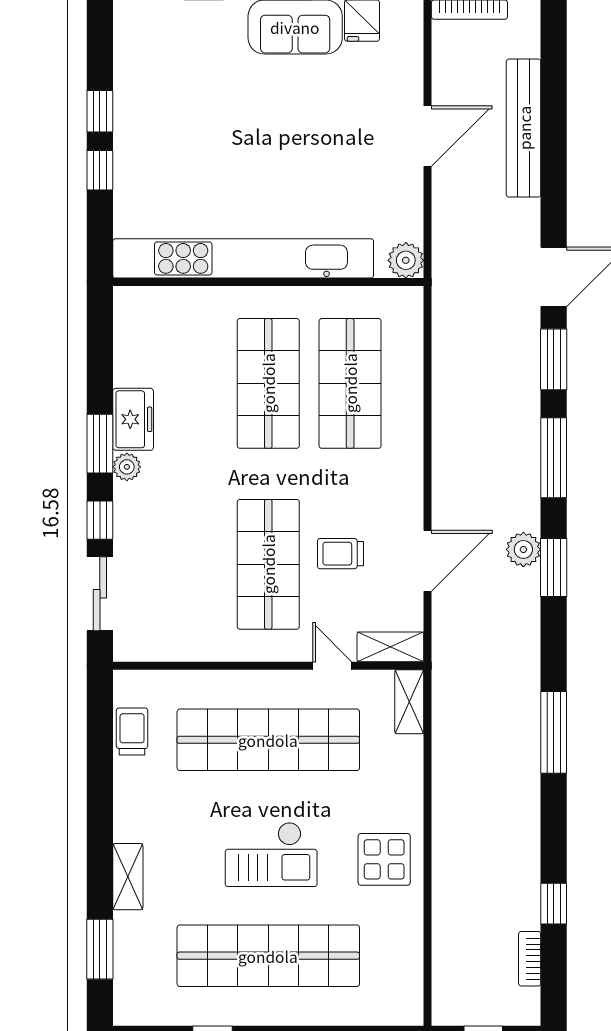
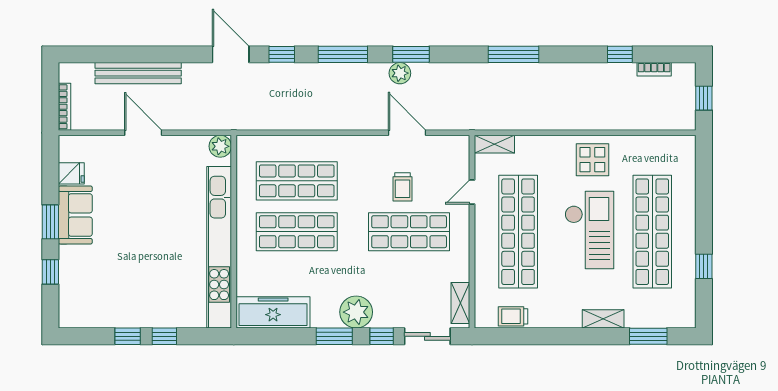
window: (554, 359) -> (282, 54), width x0.67
freezer: (133, 419) -> (273, 312), moved, width x1.91, depth x1.26
plant: (127, 467) -> (356, 312), width x1.87, depth x1.87
shelving: (390, 647) -> (460, 303), moved
checkout: (271, 854) -> (589, 230), width x1.36, depth x1.21

